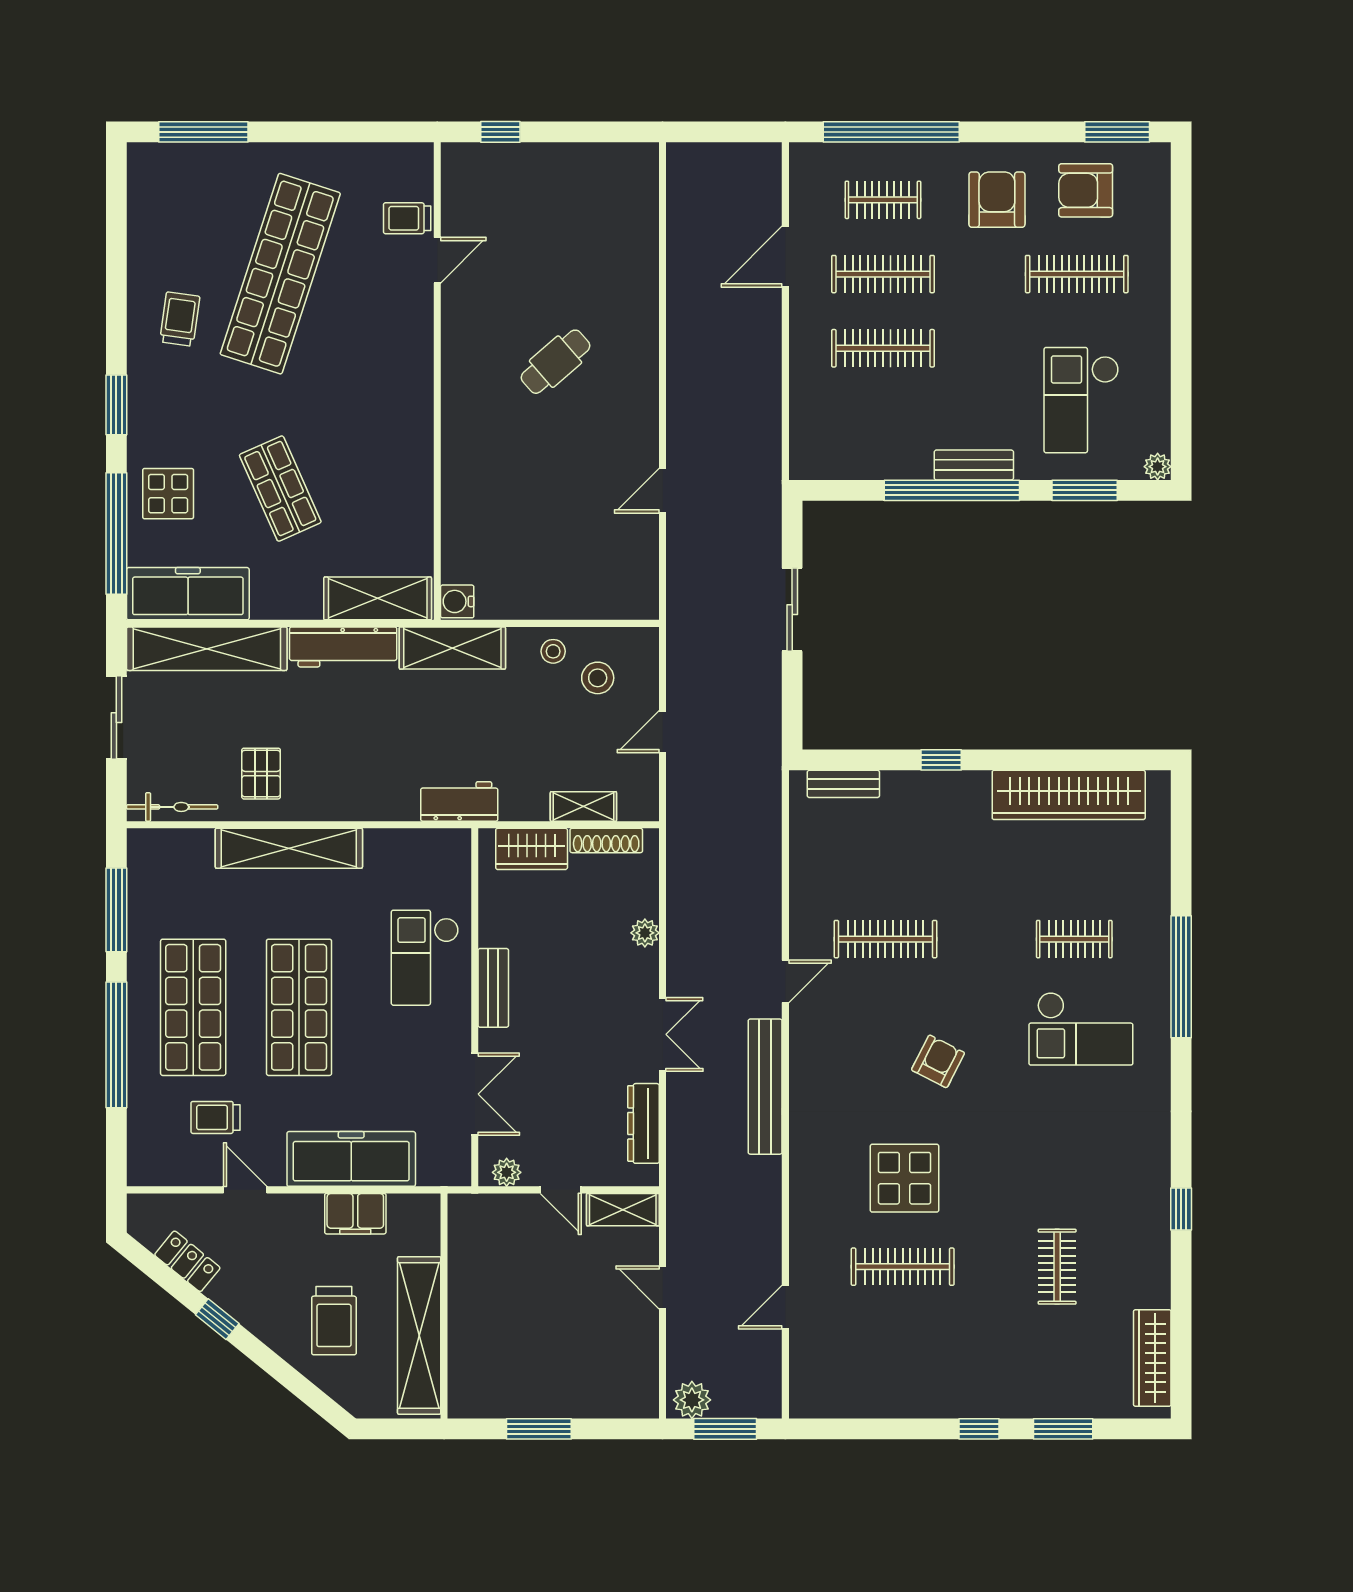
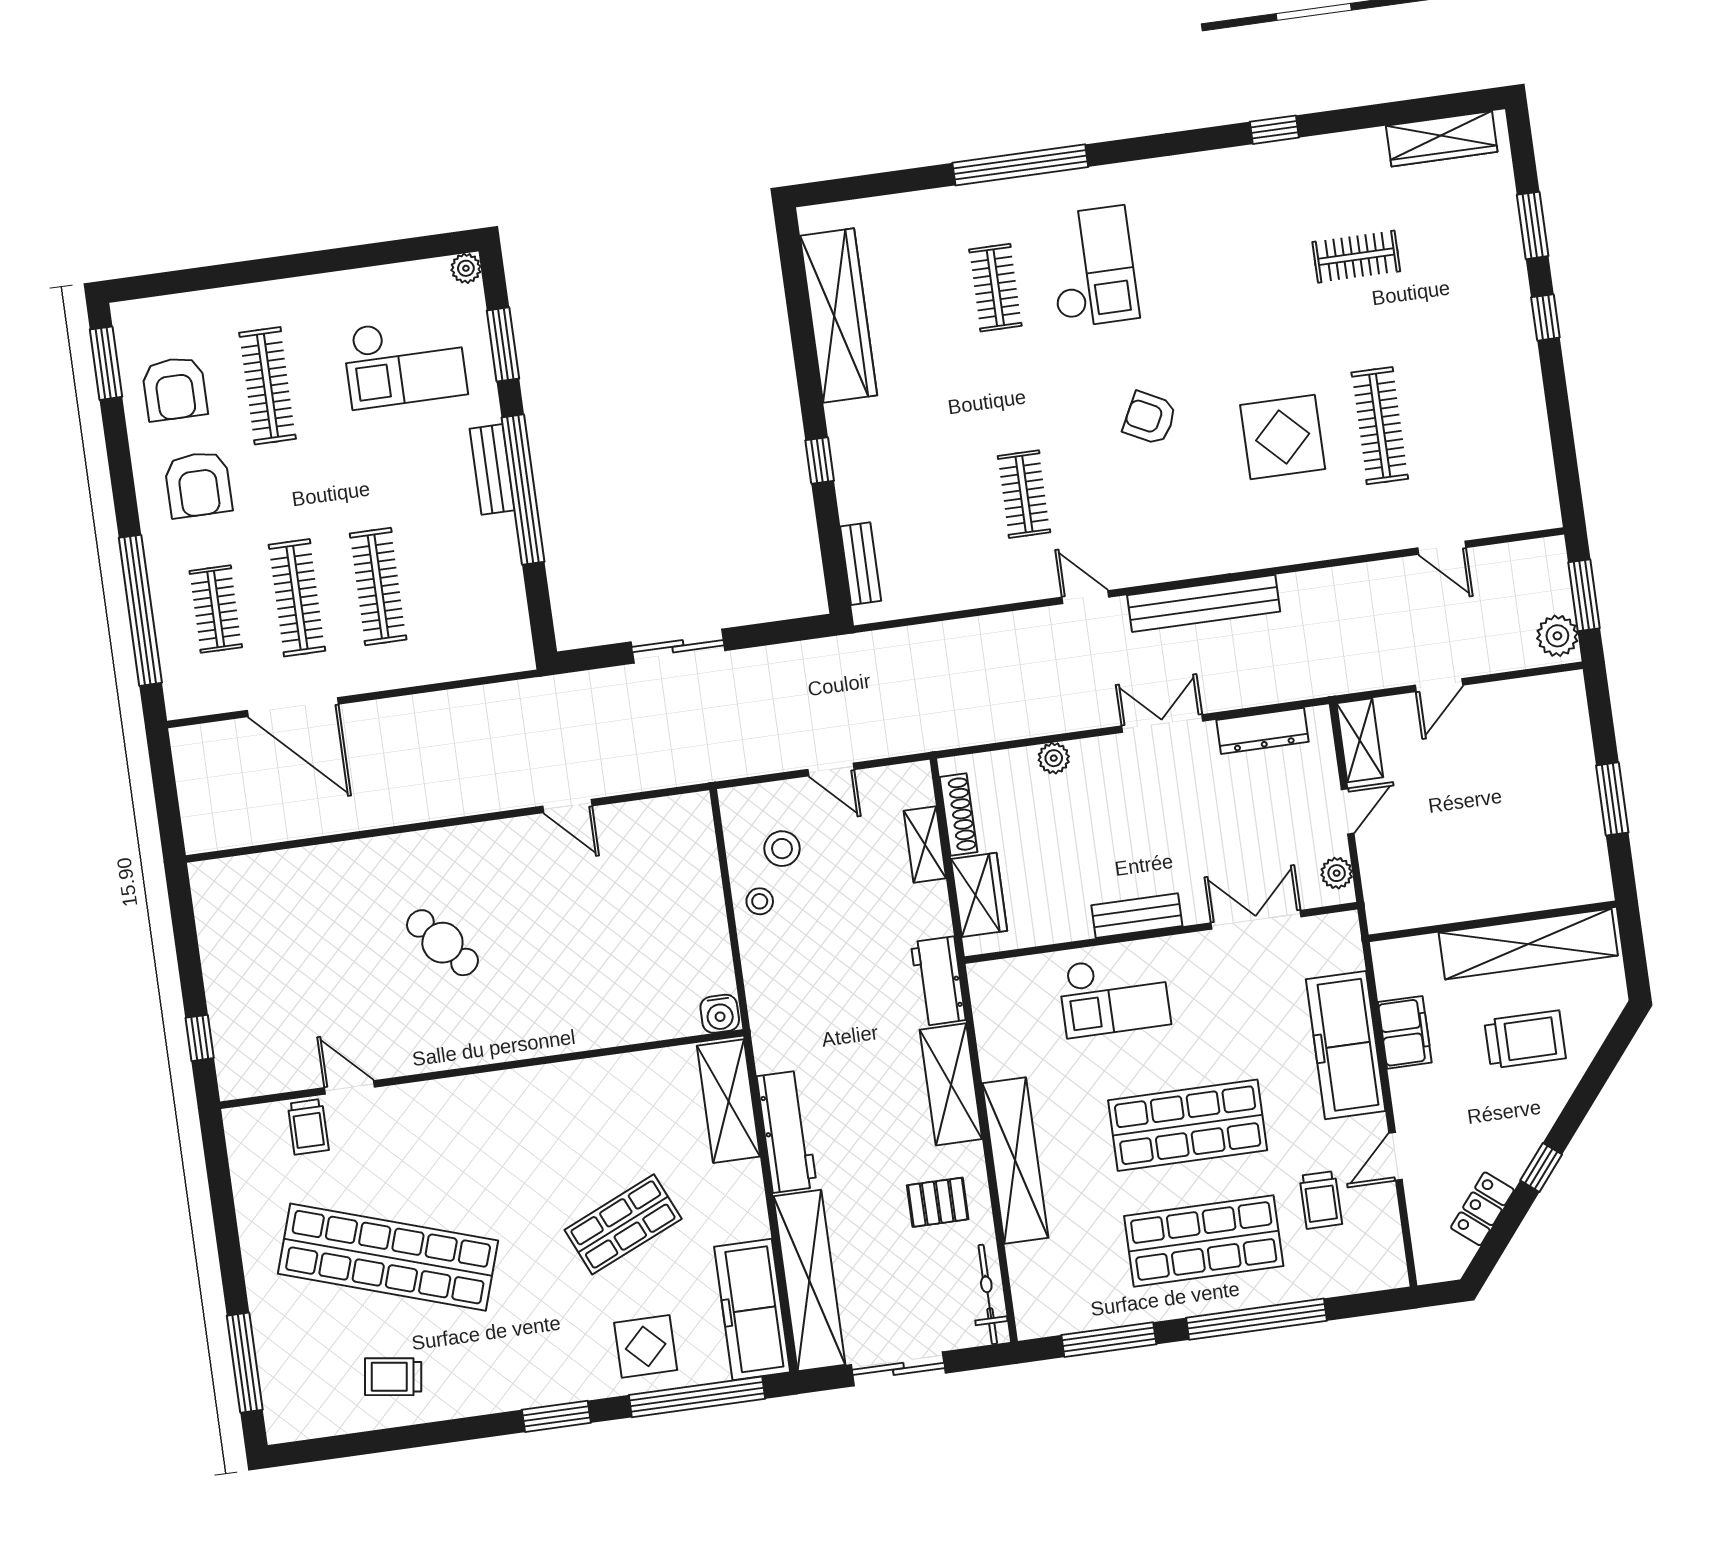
armchair: (997, 200) -> (198, 484), turned -90
door: (785, 257) -> (293, 707), width x1.36
trolley: (180, 319) -> (393, 1377), moved
shelving: (452, 648) -> (951, 1084), moved
clothes rail: (885, 939) -> (1024, 494), width x0.73

